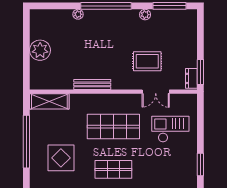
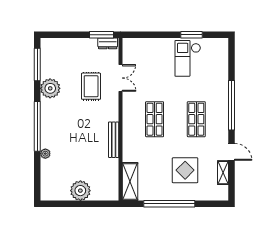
plant: (145, 15) -> (50, 88), width x1.88, depth x1.88
shop shelf: (113, 127) -> (155, 119), width x0.70, depth x0.74
checkout: (170, 129) -> (188, 58), moved

